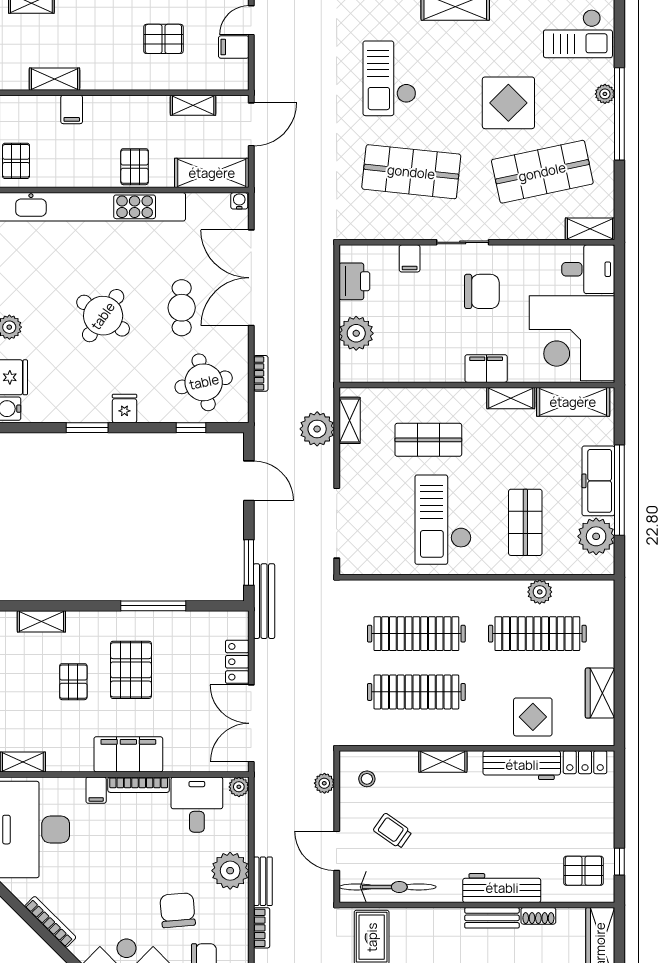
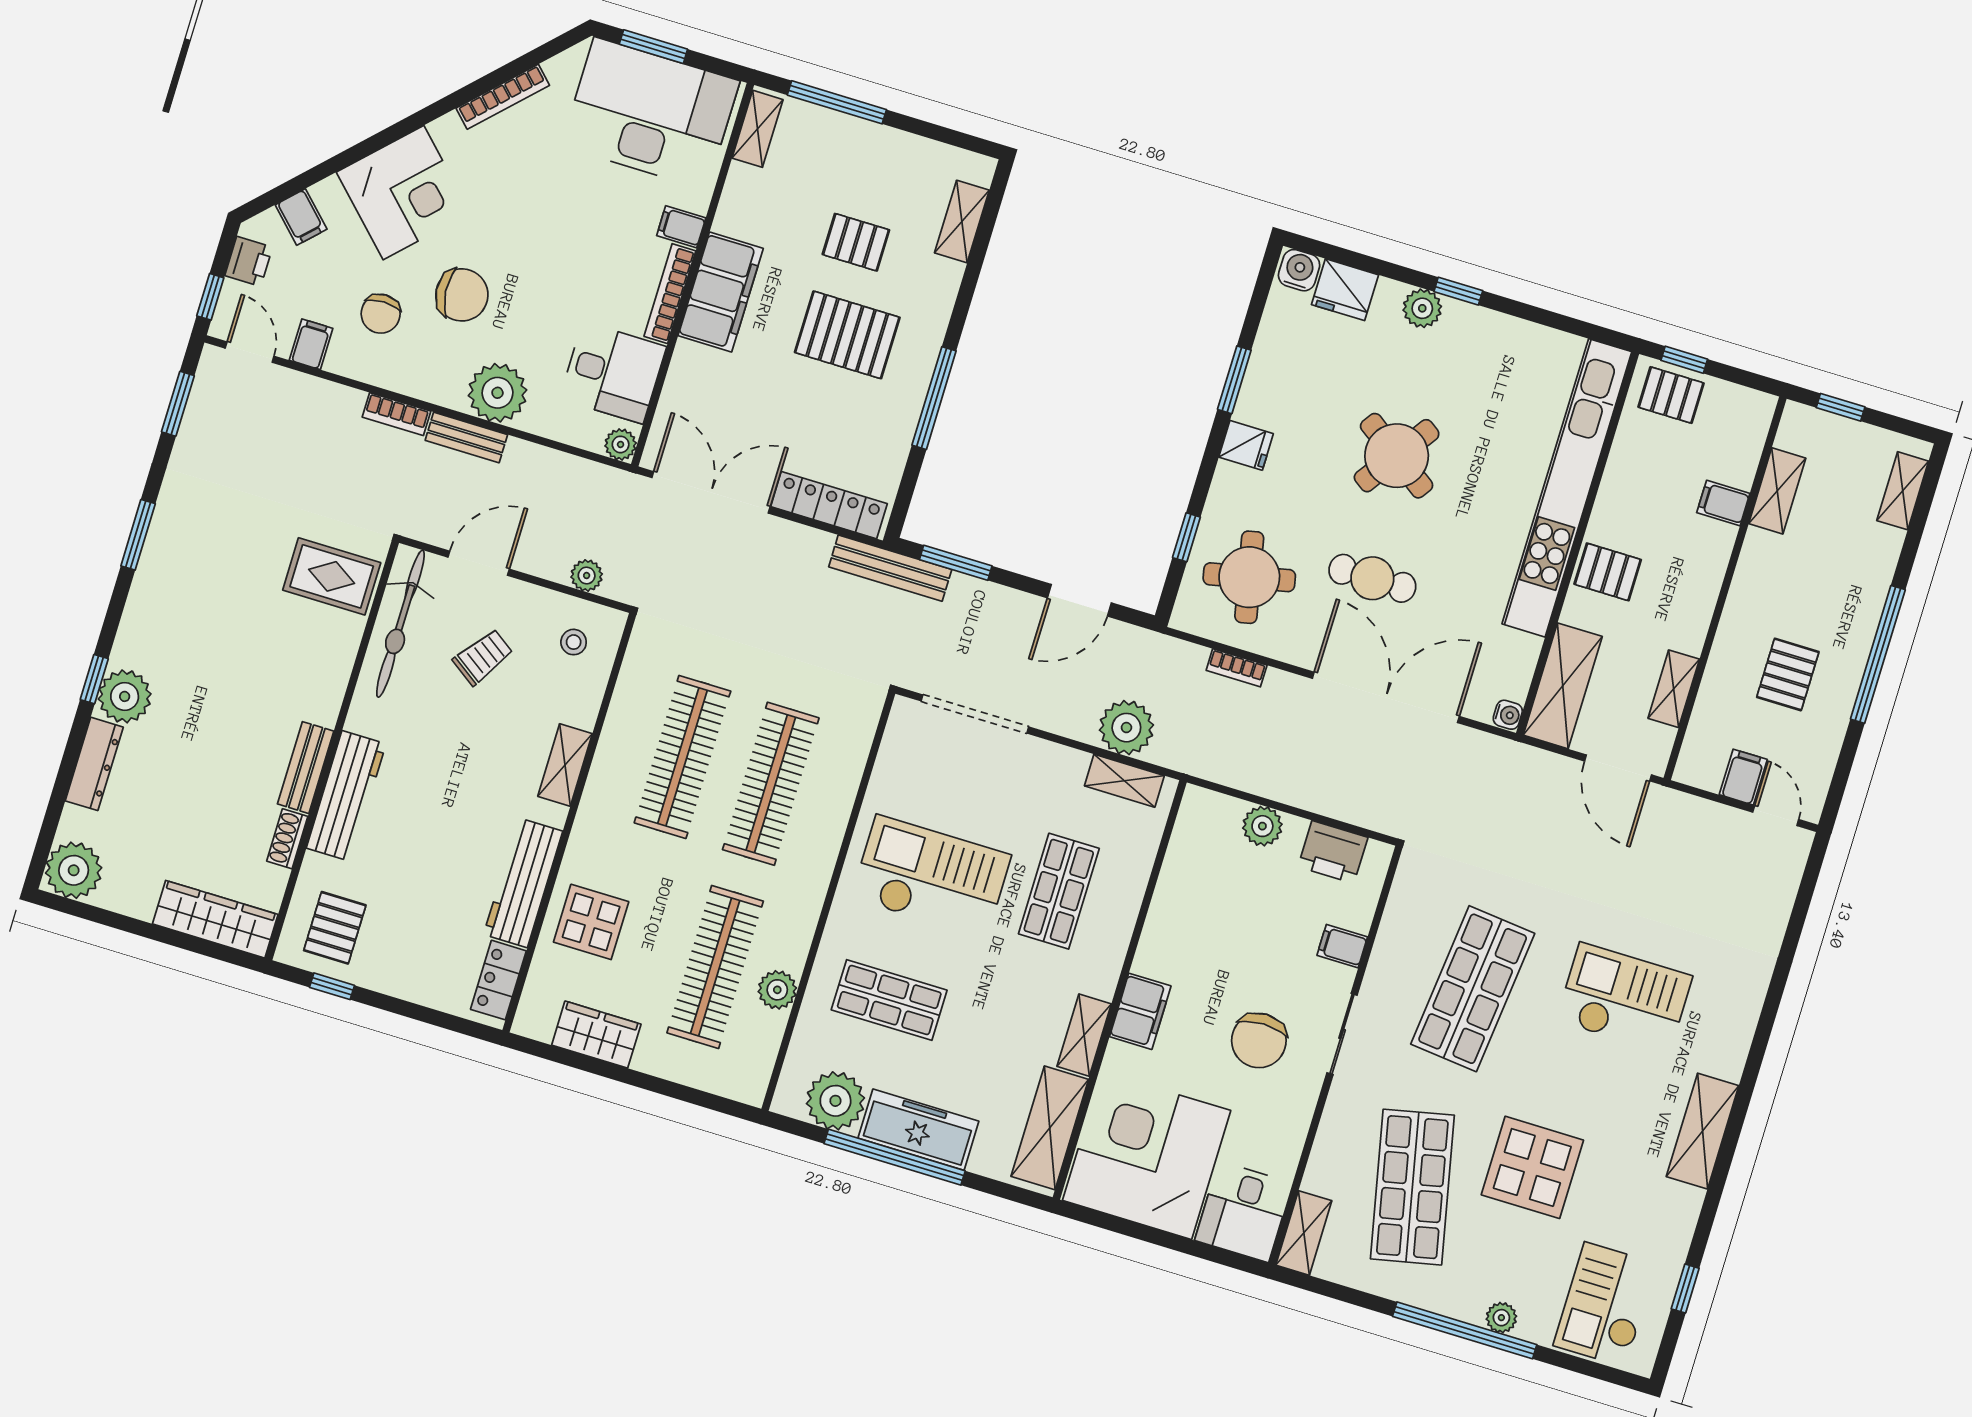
plant: (356, 333) -> (1262, 826), width x0.73, depth x0.73
locker: (237, 662) -> (829, 505), width x1.53

